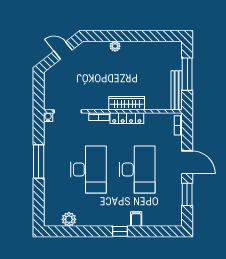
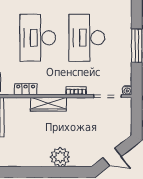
plant: (115, 46) -> (60, 157), width x1.88, depth x1.88
locker: (127, 118) -> (26, 89), moved, width x0.66

